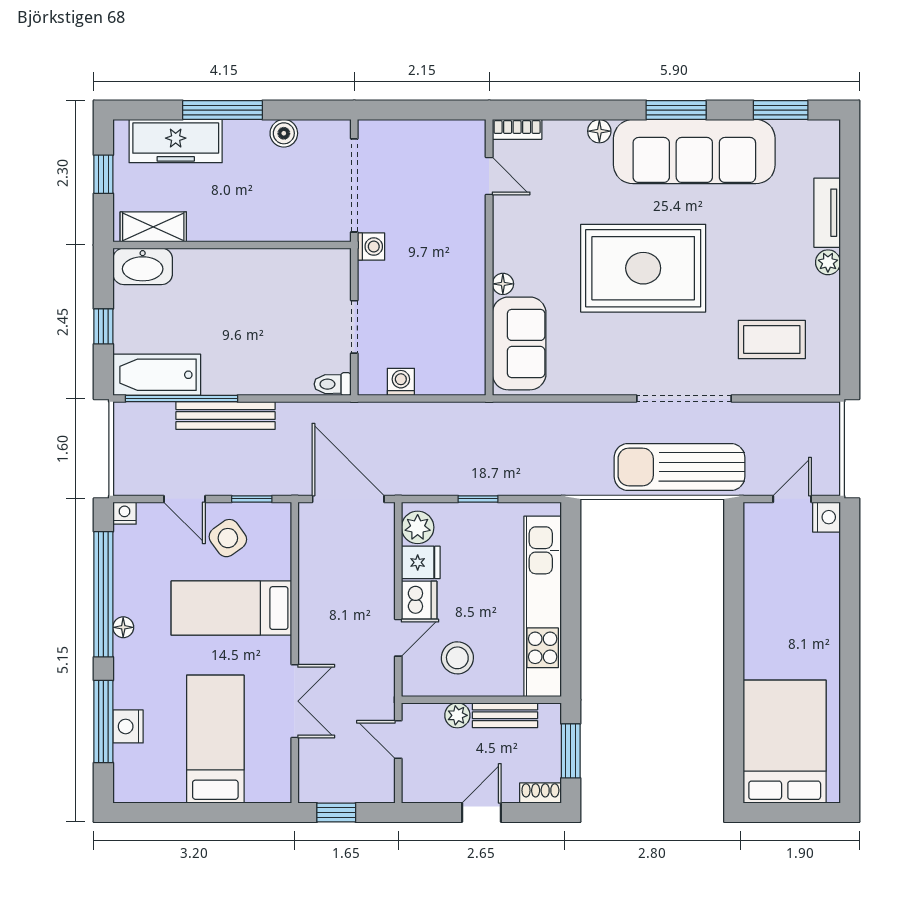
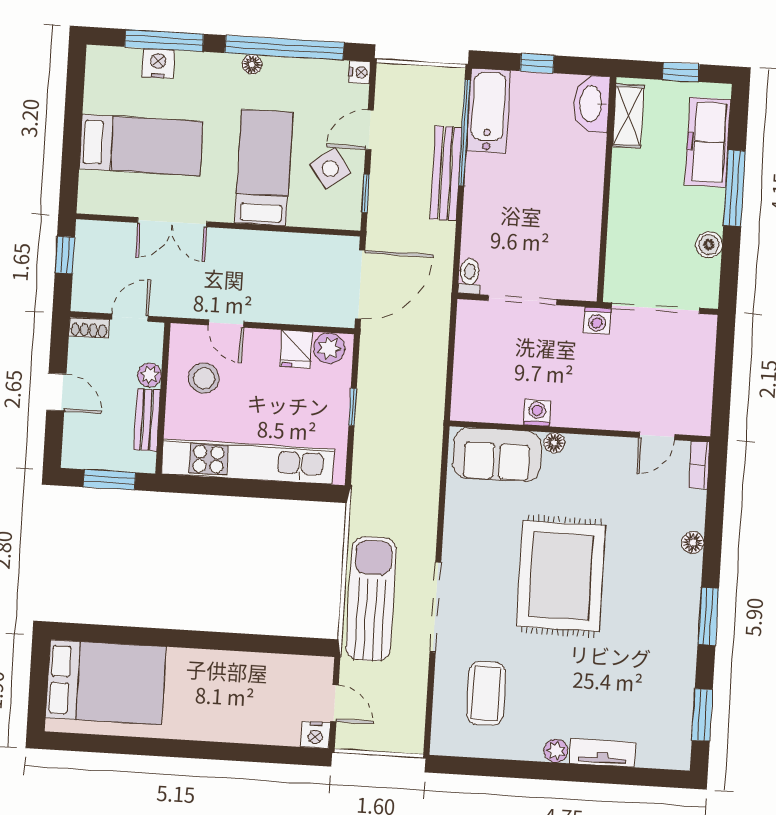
sofa: (694, 152) -> (668, 631), removed
doorway: (354, 327) -> (522, 300), width x1.38
washing machine: (401, 382) -> (537, 413), moved, turned -90
dishwasher: (419, 600) -> (260, 345), removed
shoe rack: (540, 793) -> (89, 328), moved, turned 90

